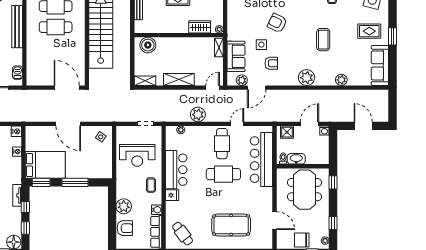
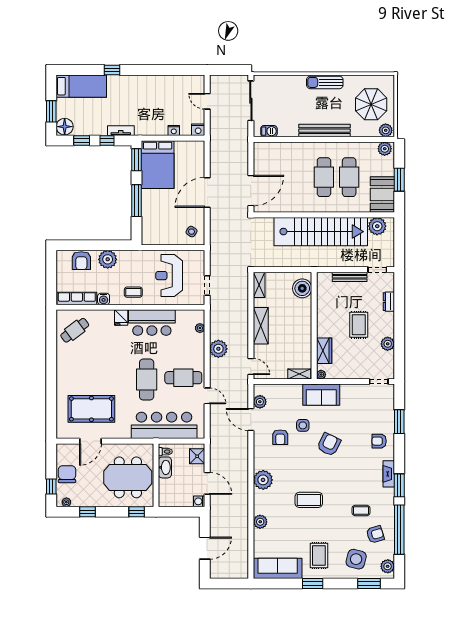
sofa: (236, 56) -> (321, 395), moved
pool table: (231, 225) -> (91, 409), moved, turned 90

